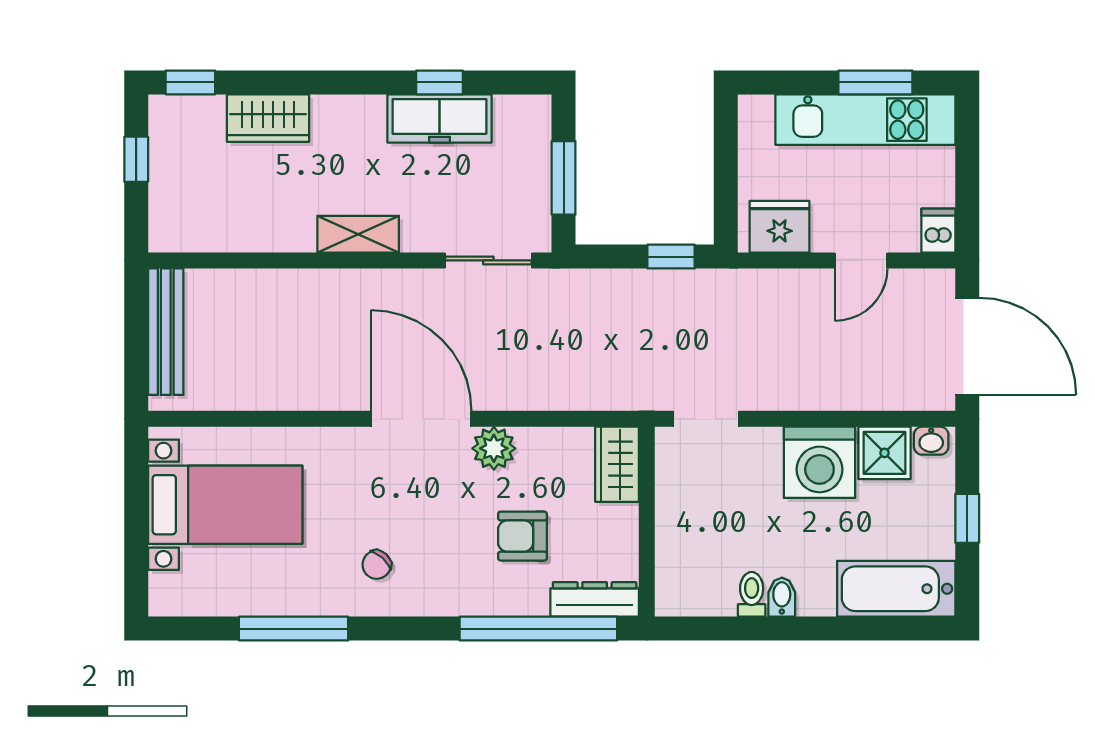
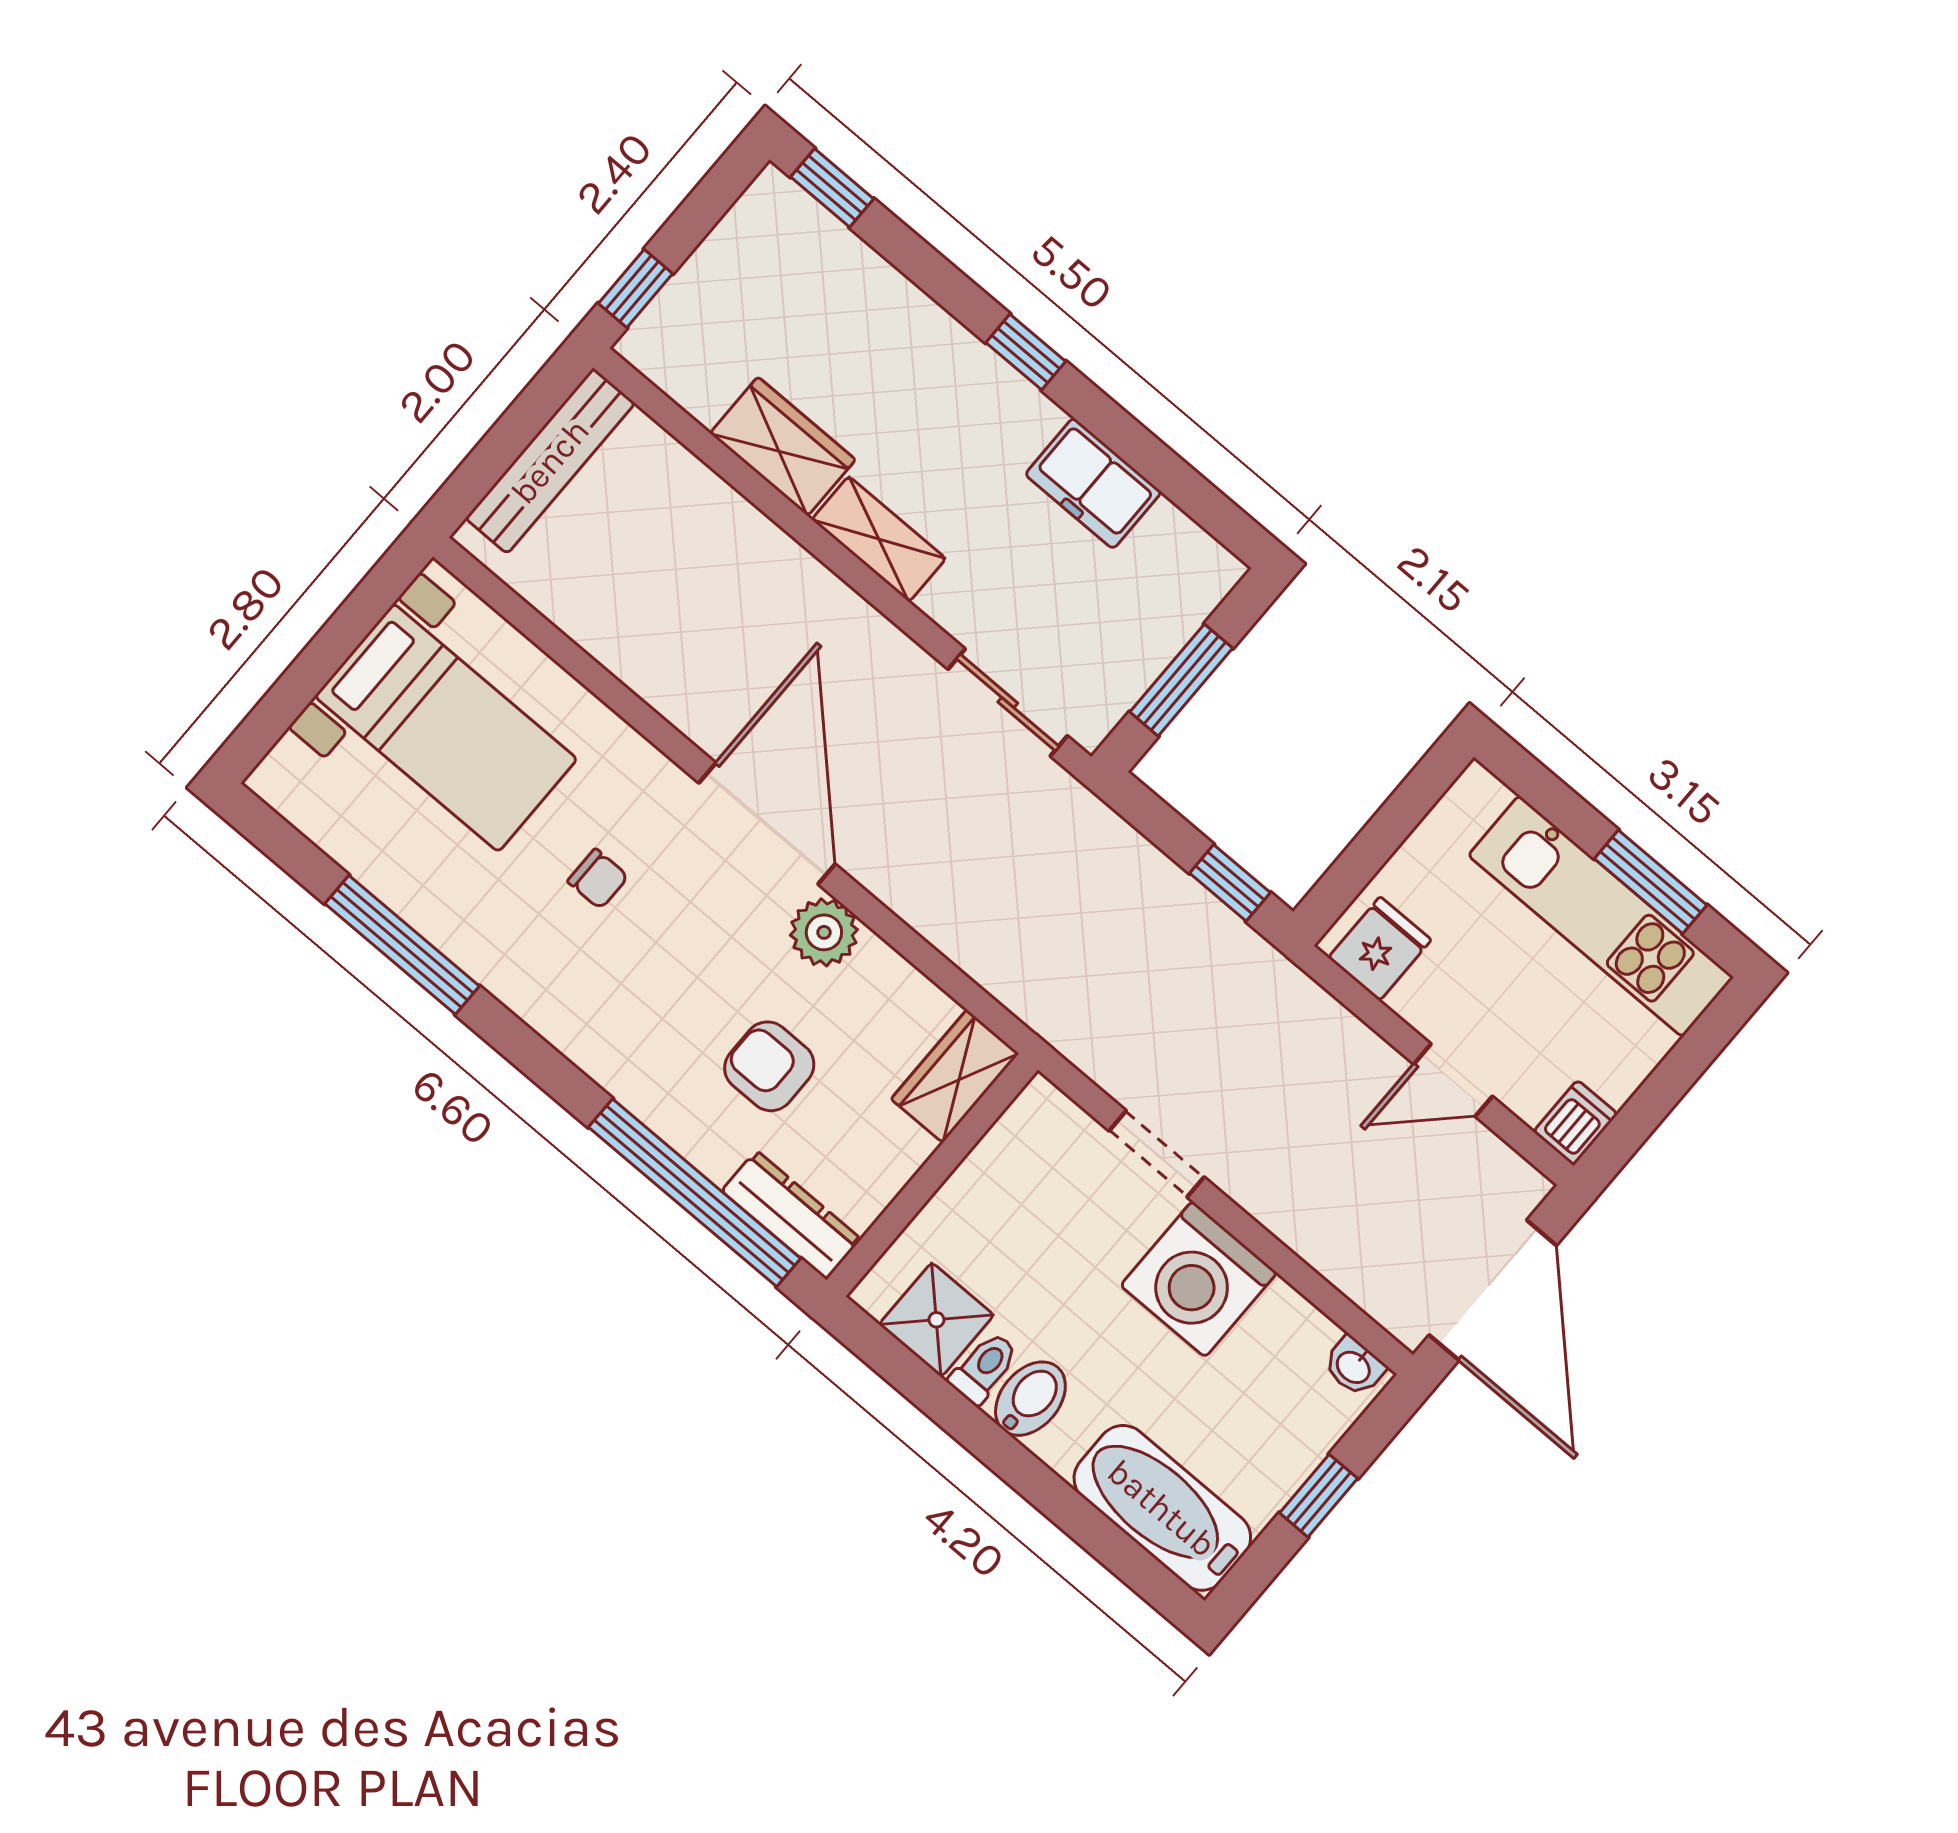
window: (439, 82) -> (1026, 352), moved
wardrobe: (268, 118) -> (783, 447), moved, turned 180
freezer: (440, 118) -> (1093, 483), width x0.71
window: (136, 159) -> (635, 289), moved
fridge: (780, 227) -> (1380, 949), width x0.72
doorway: (706, 419) -> (1157, 1154), moved
shower: (884, 453) -> (936, 1320), moved
chair: (377, 565) -> (598, 879), moved, turned -132
bidet: (782, 597) -> (1030, 1399), width x1.38, depth x1.36

